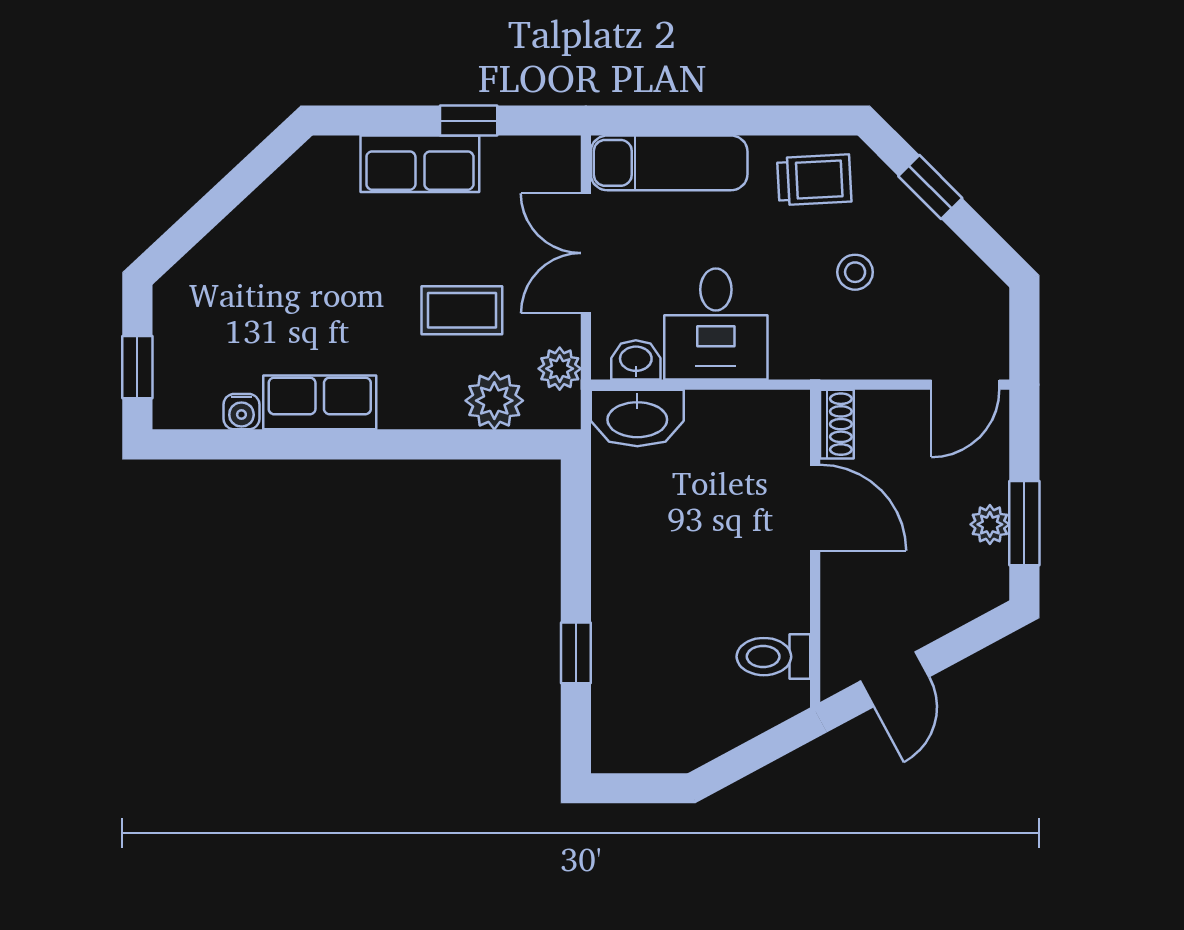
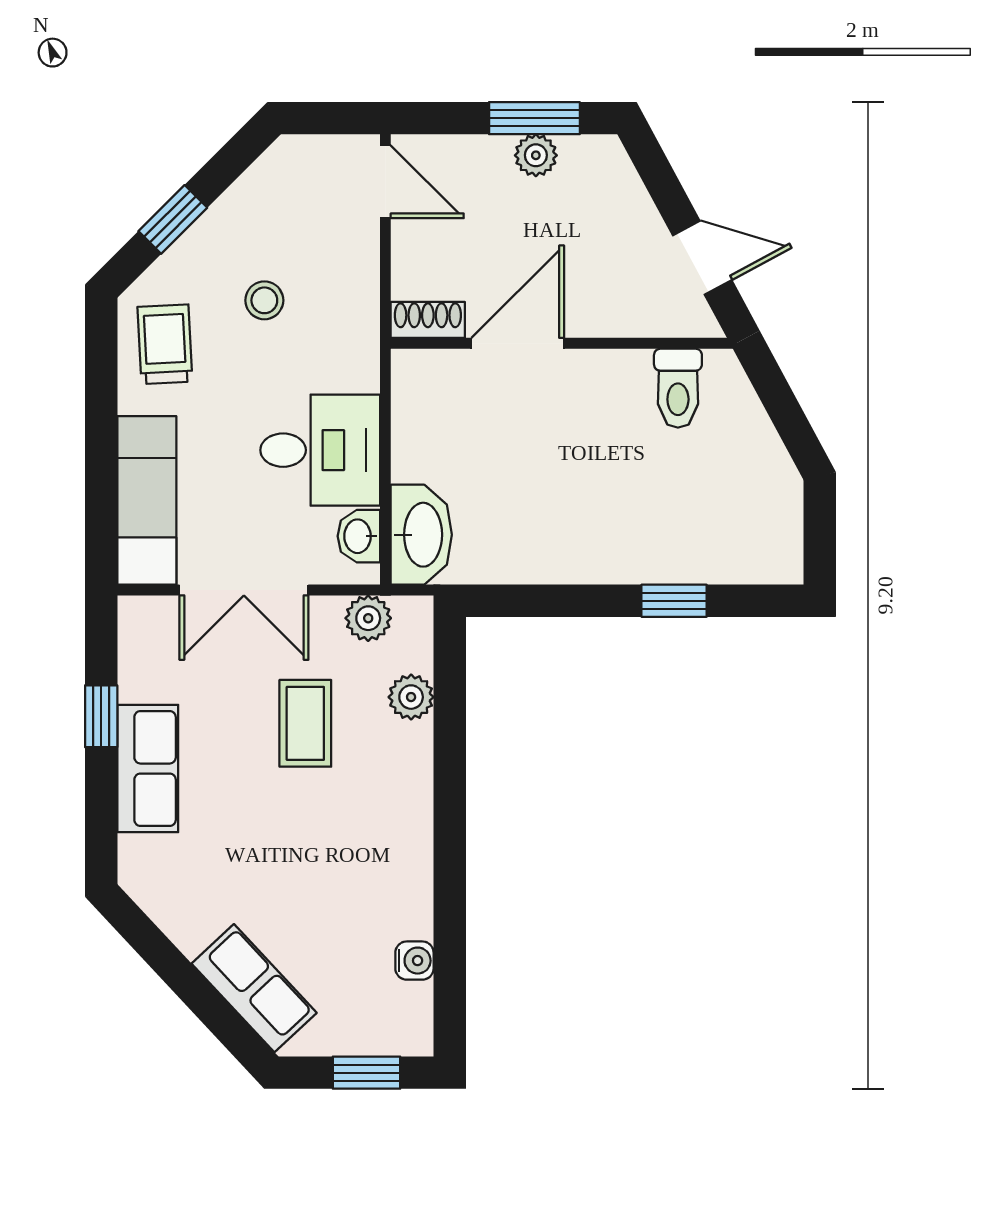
plant: (494, 401) -> (411, 697), width x0.73, depth x0.73
row of seats: (320, 402) -> (254, 988), moved, turned 137

